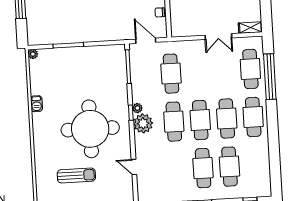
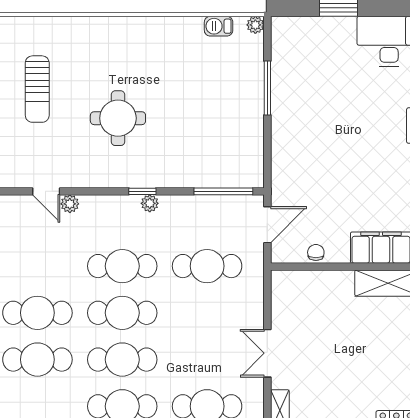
barbecue: (36, 104) -> (219, 26), moved
plant: (143, 123) -> (70, 204), moved, width x0.53, depth x0.53
round table: (90, 129) -> (118, 118), width x0.54, depth x0.54
door: (134, 167) -> (46, 191), swing flipped

